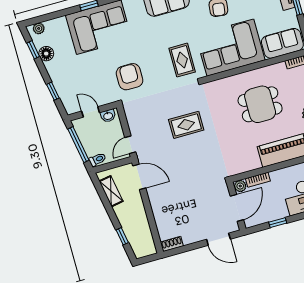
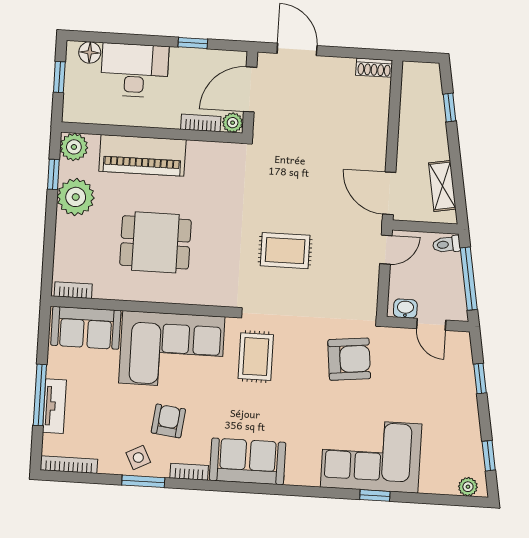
floor lamp: (46, 54) -> (470, 442), removed
armchair: (130, 77) -> (349, 359), turned -96

